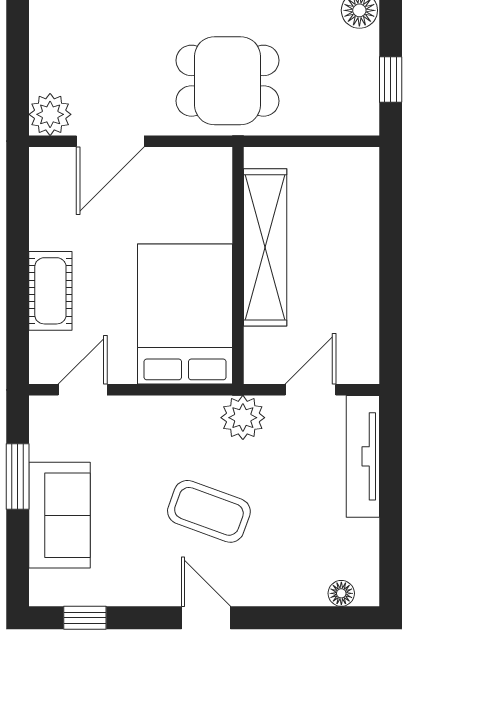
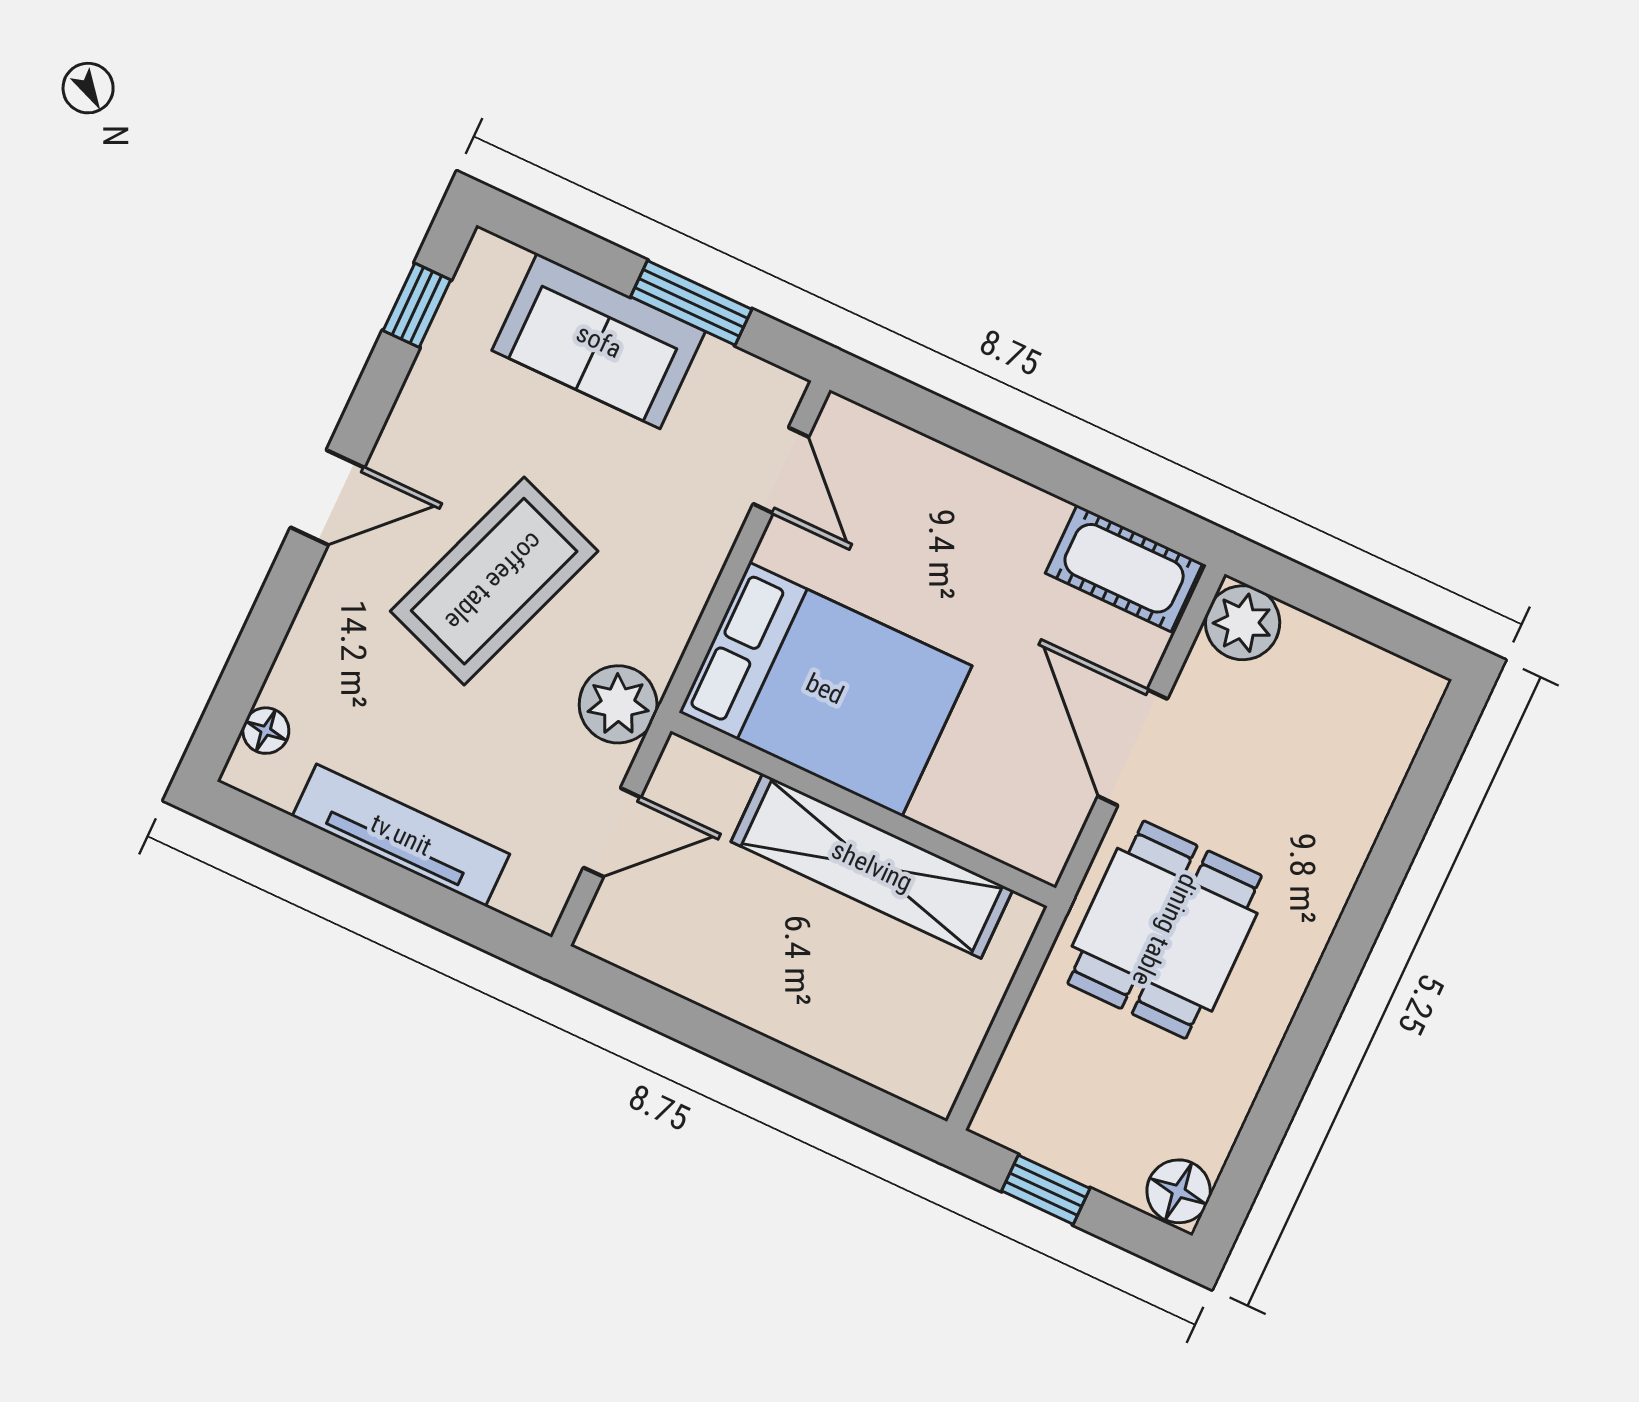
door: (110, 141) -> (1133, 748), moved
cot: (50, 291) -> (1124, 568), moved
door: (310, 390) -> (612, 832), hinge flipped
tv unit: (363, 456) -> (401, 835), moved
coffee table: (209, 511) -> (494, 581), width x1.36, depth x1.32

